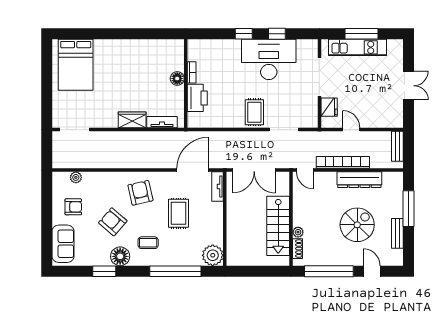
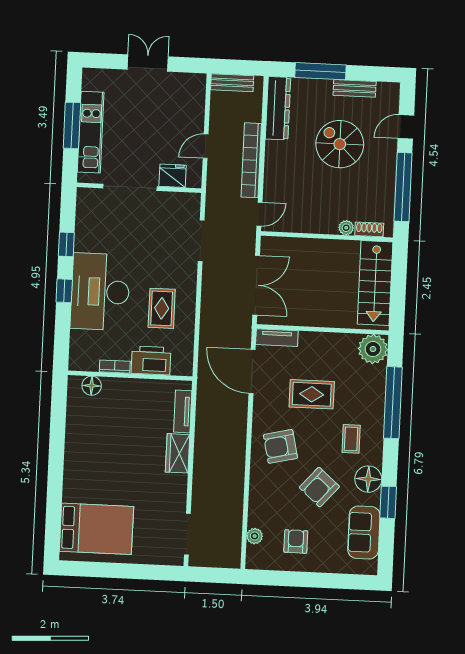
desk: (269, 59) -> (100, 292), moved
floor lamp: (177, 79) -> (92, 386), moved
rug: (254, 112) -> (162, 308), moved, turned 90
dresser: (359, 180) -> (278, 108), moved
stairs: (278, 226) -> (375, 283), moved, turned 90
sofa: (63, 244) -> (364, 532), moved, turned -90

